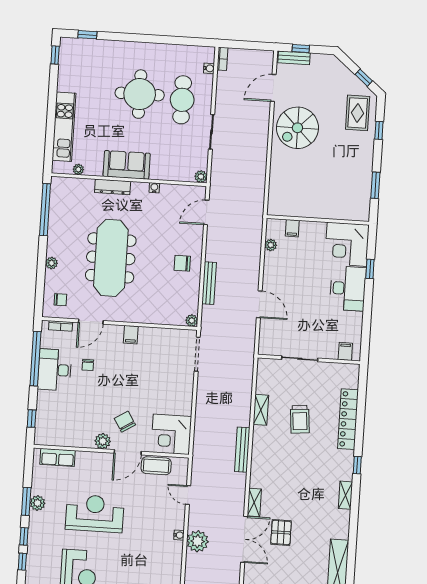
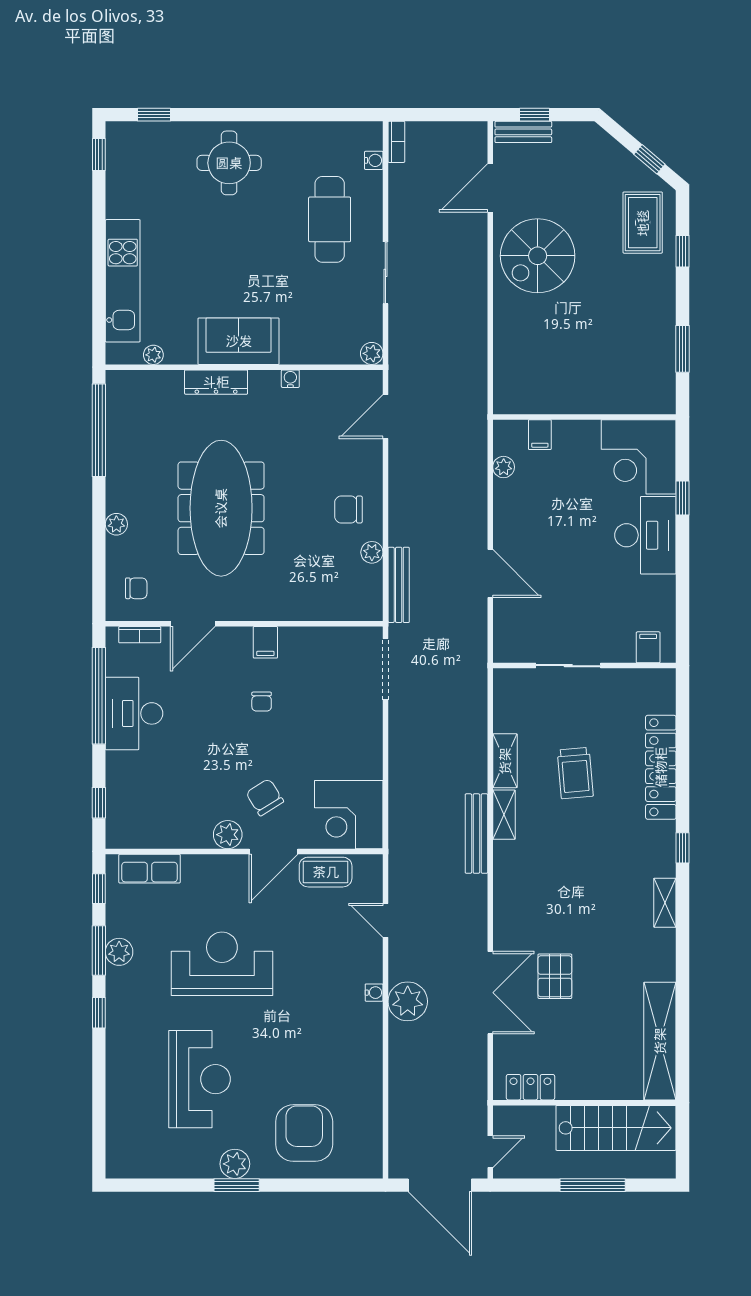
round table: (140, 94) -> (229, 163), moved, width x0.73, depth x0.73
bench: (209, 283) -> (399, 585), moved
plant: (192, 321) -> (372, 552), moved
chair: (88, 365) -> (262, 702), moved
shelving: (254, 502) -> (504, 815), moved
window: (22, 562) -> (99, 889), moved

